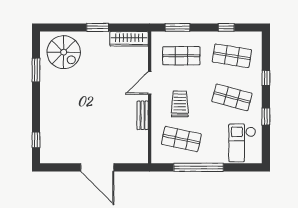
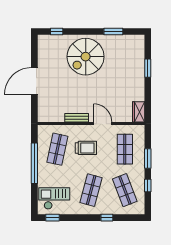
window: (98, 27) -> (148, 68), moved
window: (177, 27) -> (148, 159), moved
wardrobe: (129, 39) -> (139, 112), width x0.67
spiral stairs: (64, 52) -> (86, 57), moved, width x1.37, depth x1.37
shop shelf: (232, 56) -> (125, 190), turned -30
window: (266, 116) -> (53, 218), moved

